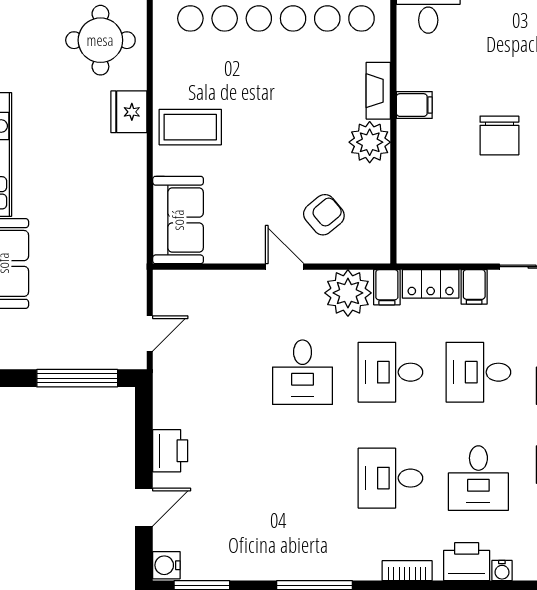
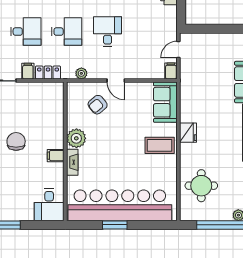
fridge: (129, 112) -> (188, 133), moved
filing cabinet: (387, 287) -> (171, 71), moved
plant: (348, 293) -> (81, 73), width x0.53, depth x0.53
window: (77, 378) -> (212, 29), removed

